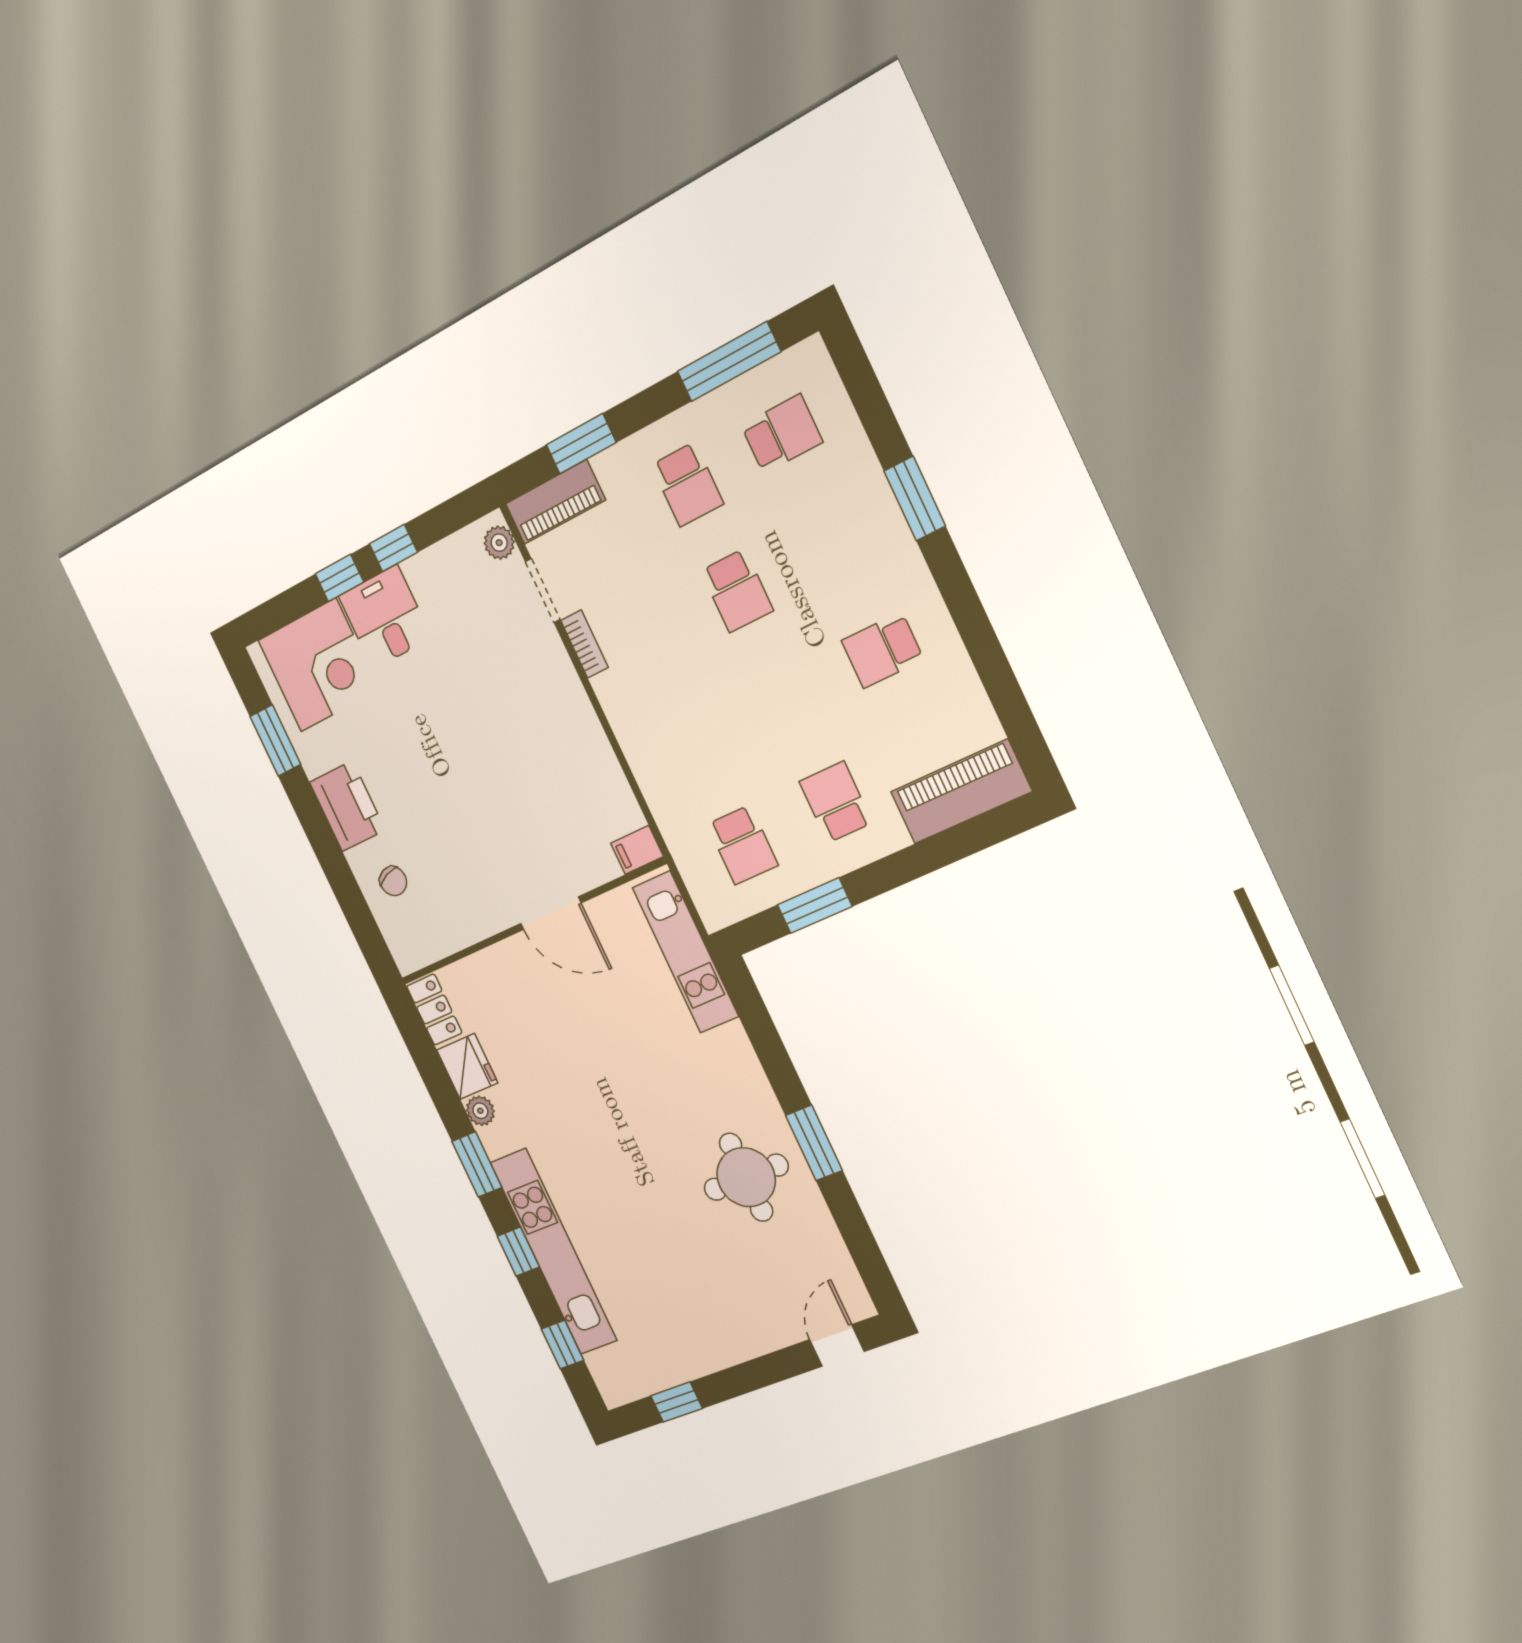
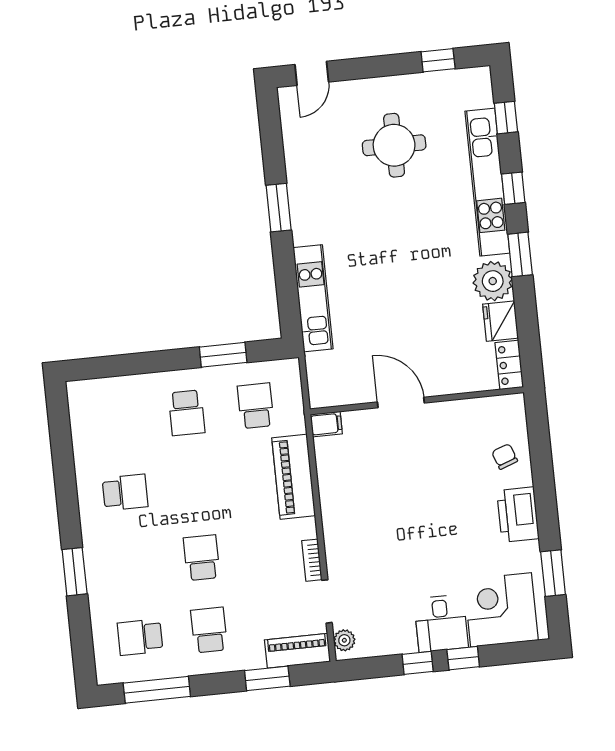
piano: (961, 792) -> (294, 477), moved, turned 90
kitchen unit: (685, 952) -> (313, 298), moved
plant: (480, 1111) -> (493, 281), width x1.88, depth x1.88
round table: (746, 1177) -> (394, 145), moved

